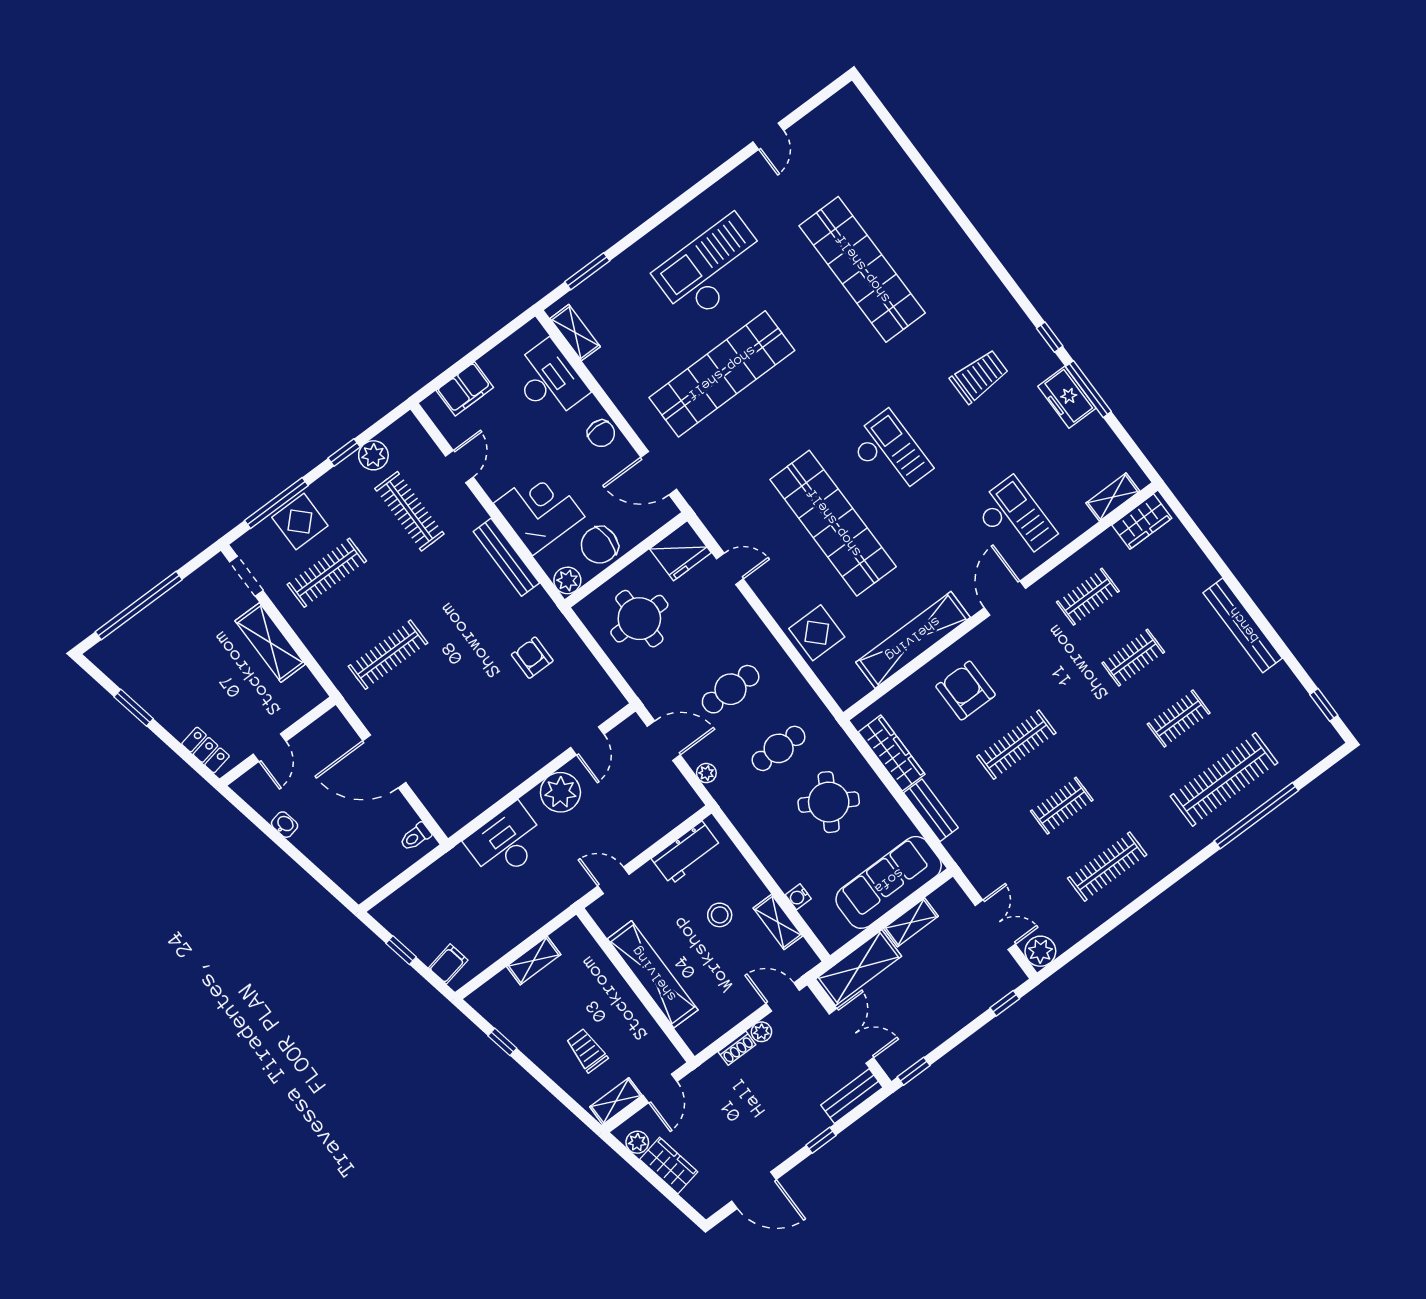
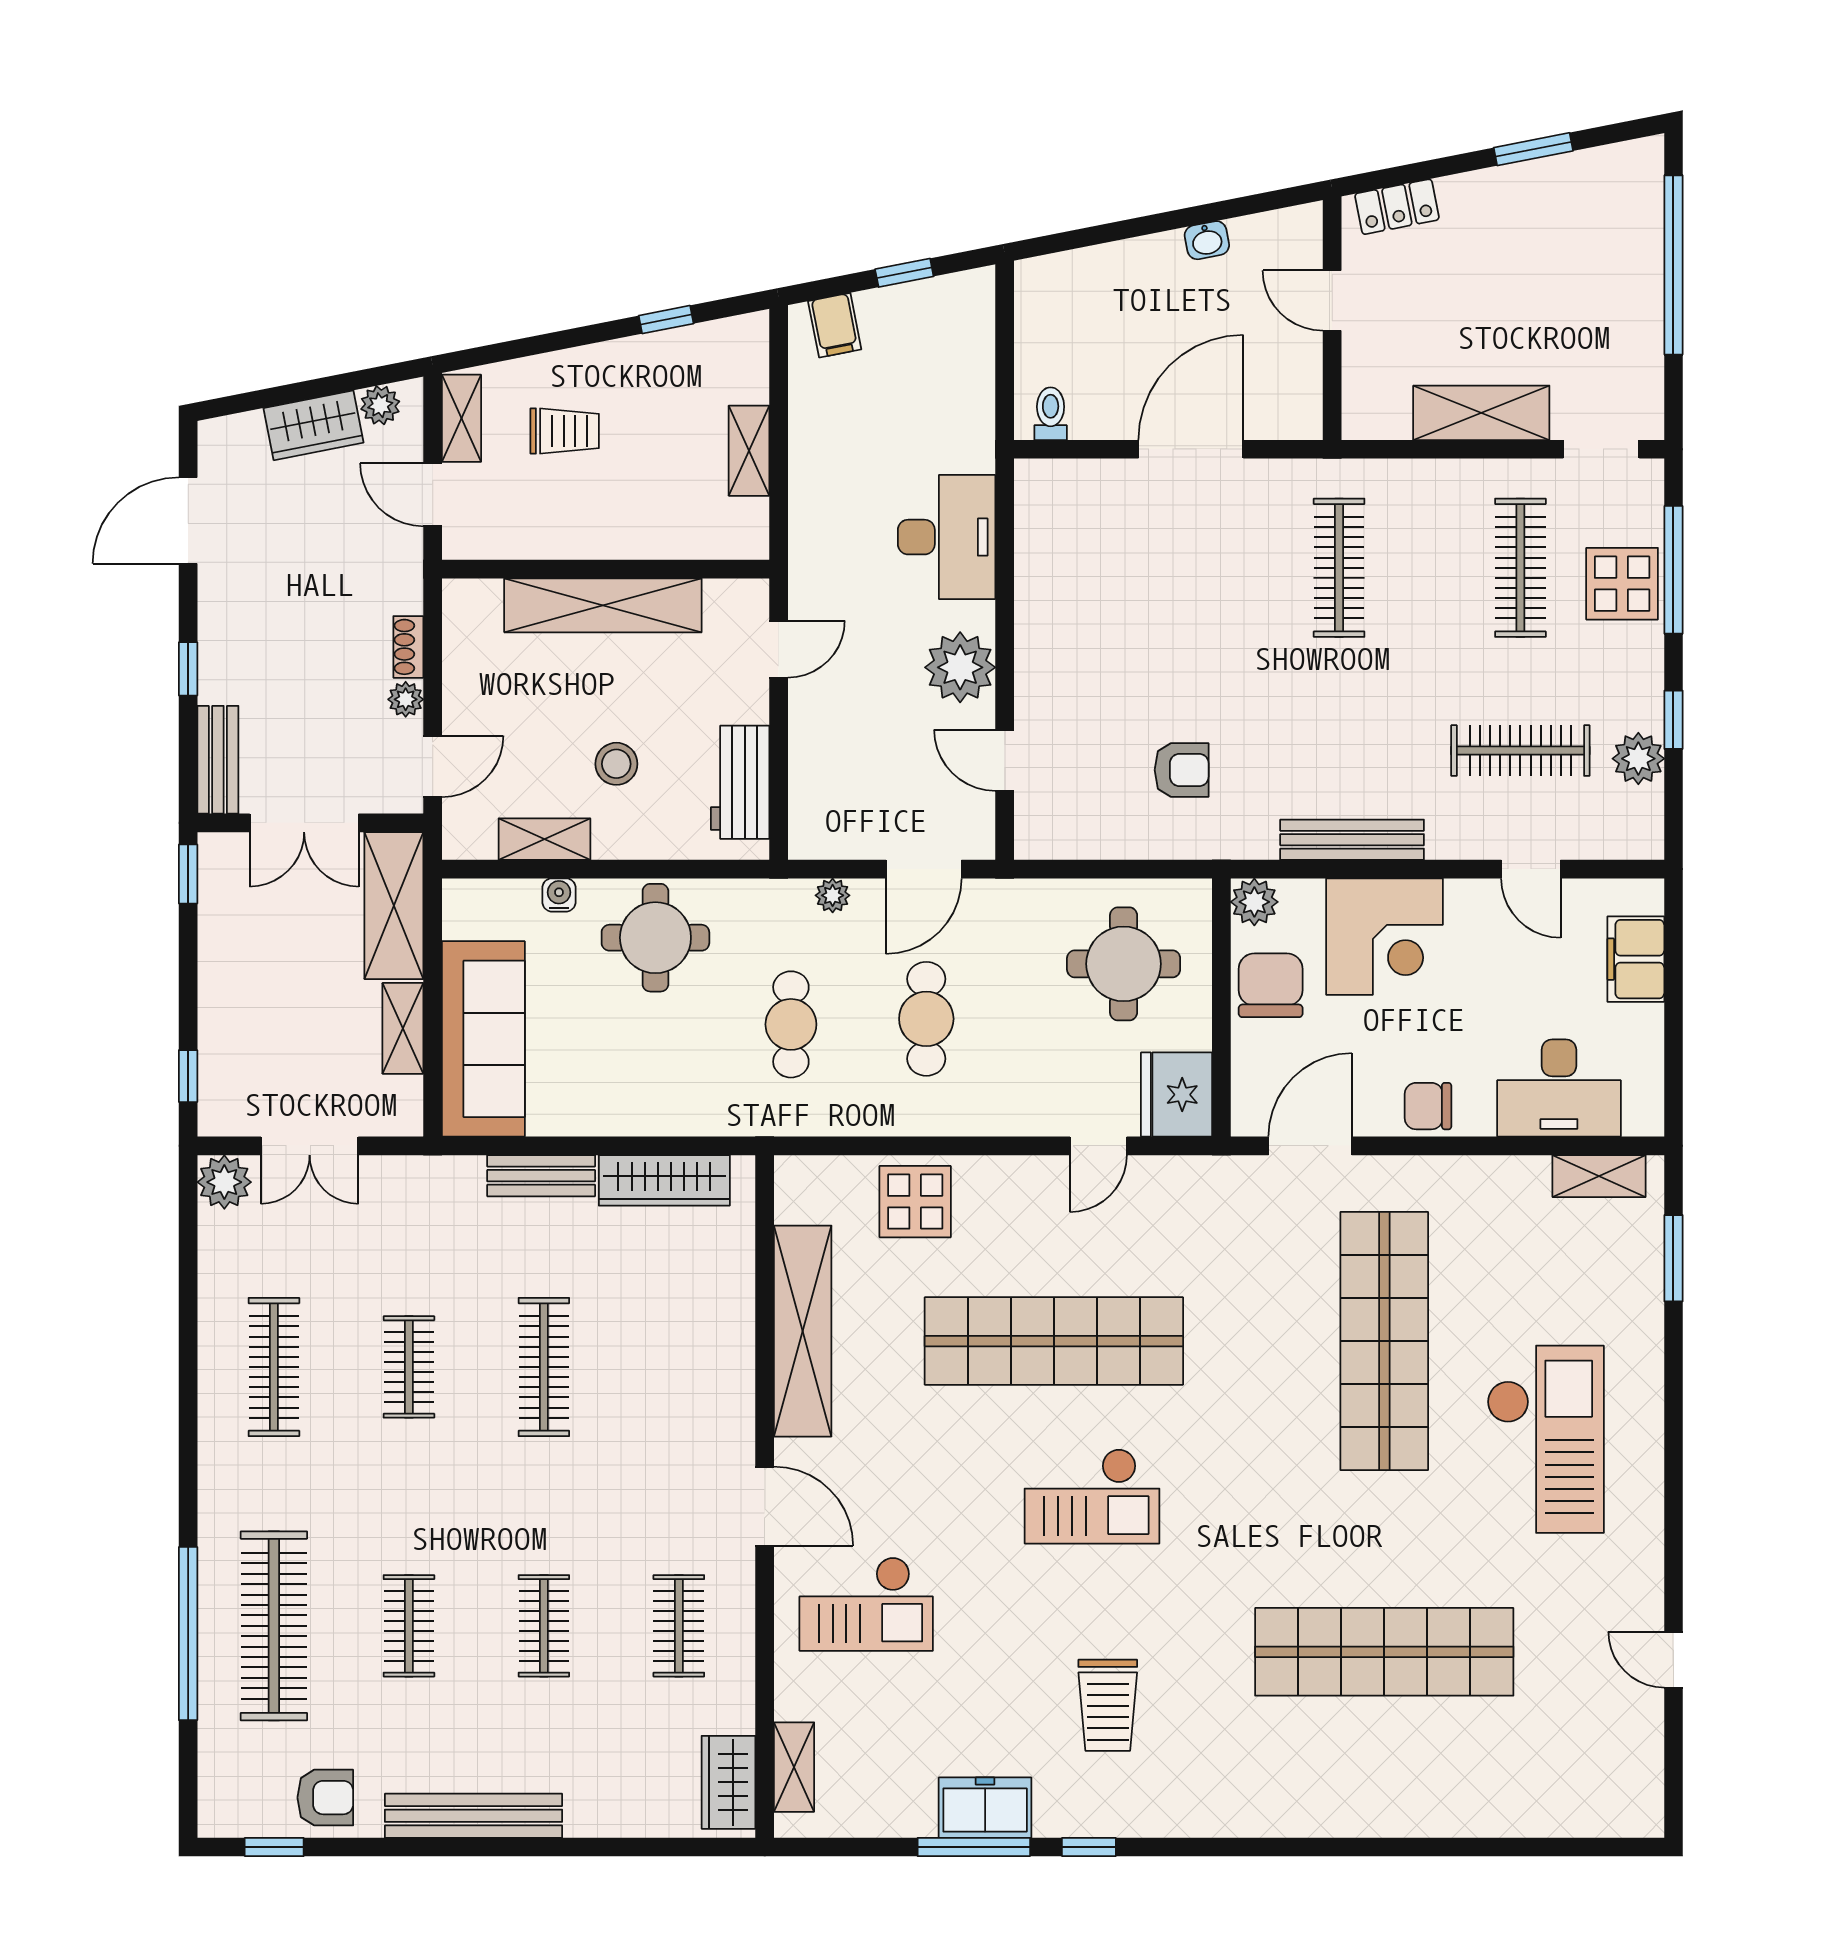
armchair: (966, 691) -> (325, 1798), moved, width x0.72, depth x0.72
round table: (829, 802) -> (655, 938), moved, turned -30

